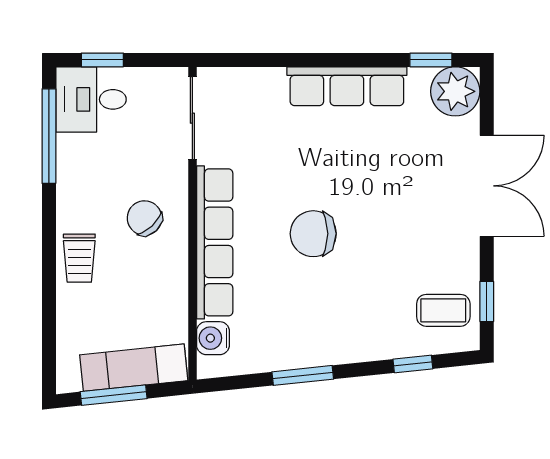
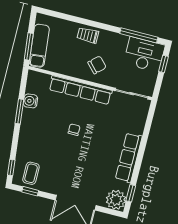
desk: (91, 99) -> (144, 54), width x1.37
chair: (313, 234) -> (74, 130), width x0.54, depth x0.54
water cooler: (213, 338) -> (30, 101), moved, turned -96
window: (413, 364) -> (11, 168), moved
window: (114, 395) -> (29, 47), moved

